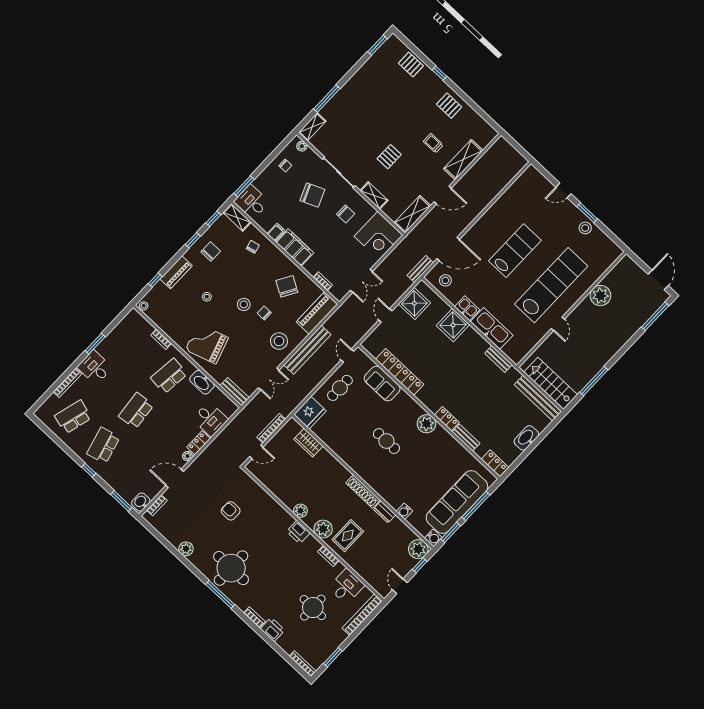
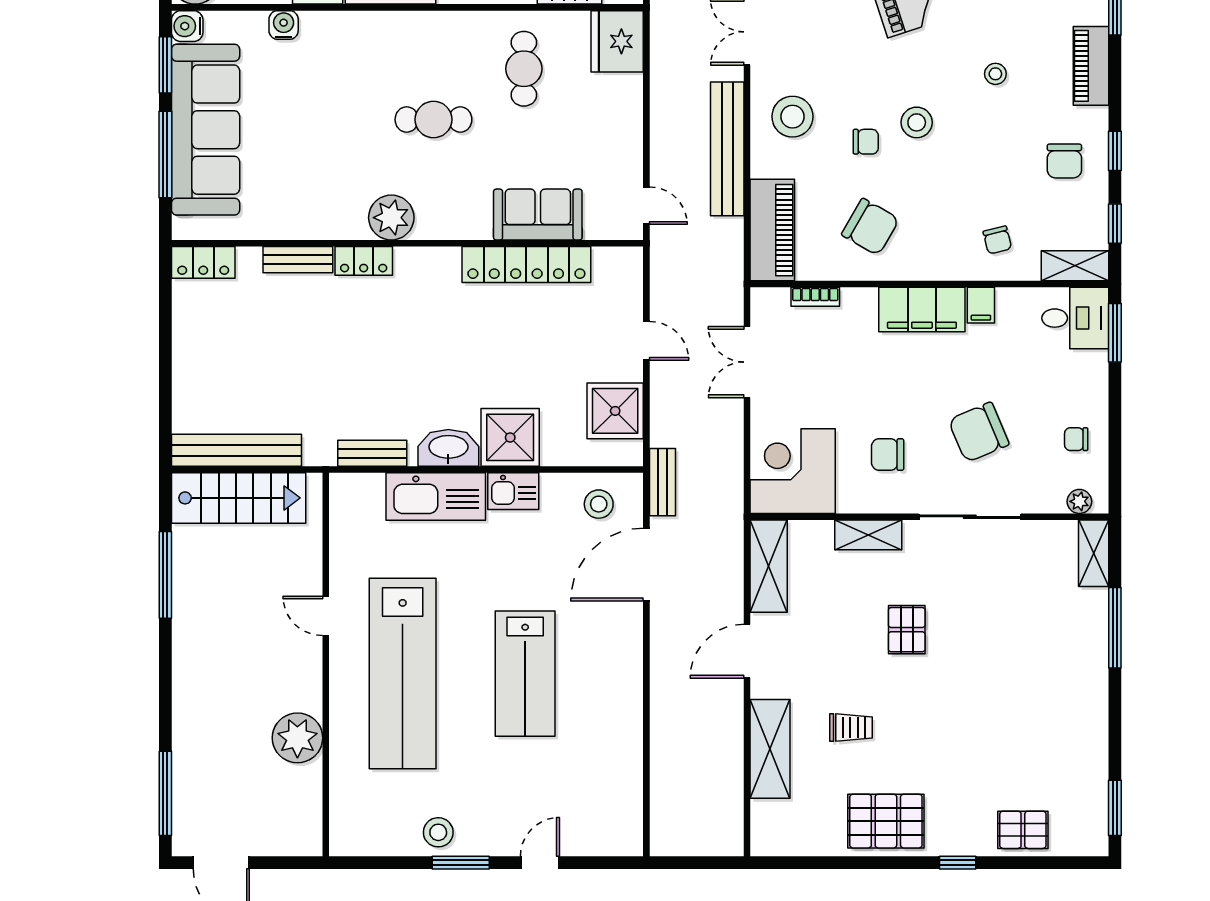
pallet: (449, 106) -> (886, 821), width x1.50, depth x1.42
cafe table: (340, 388) -> (524, 69), moved
washbasin: (526, 438) -> (448, 448), moved, turned -90

